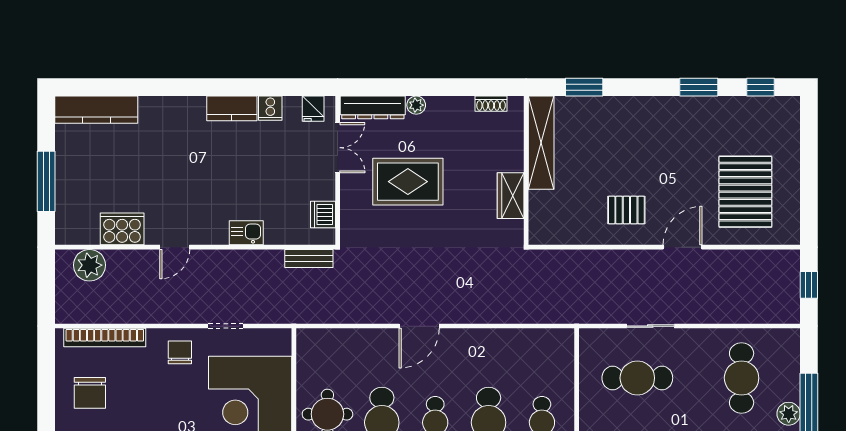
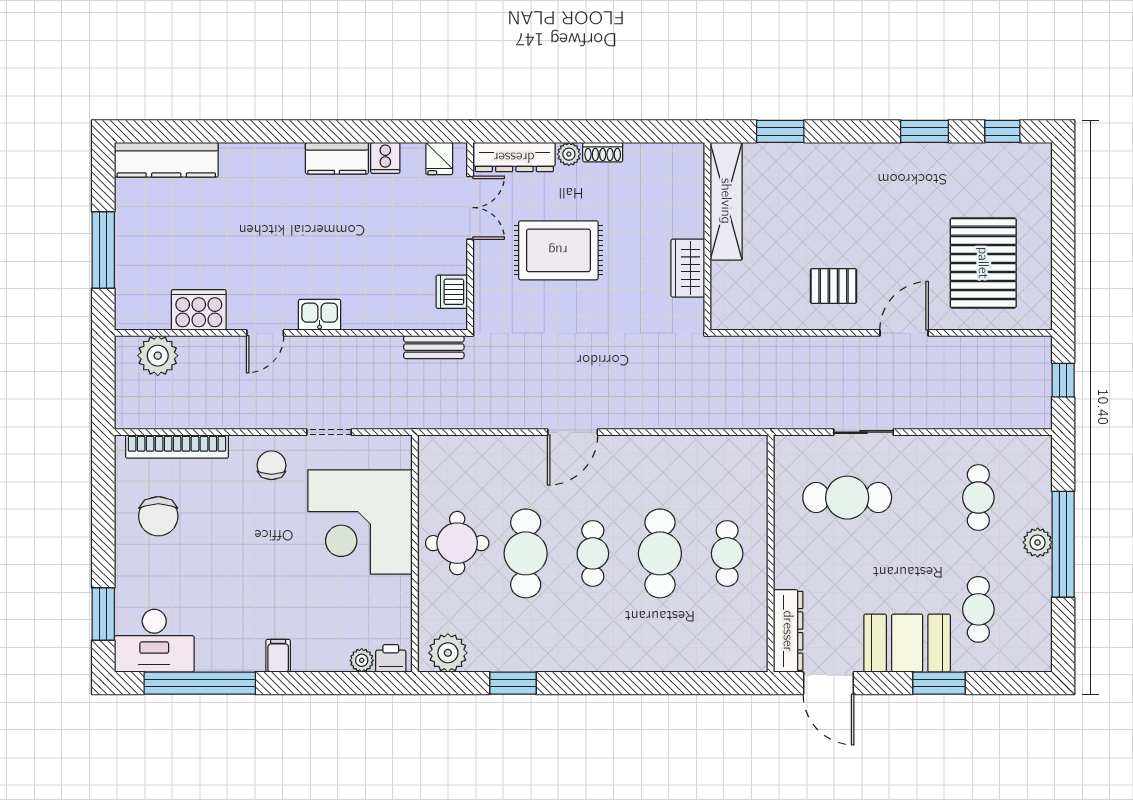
shoe rack: (491, 104) -> (603, 152), moved
kitchen sink: (246, 233) -> (320, 315), moved
cafe table: (742, 378) -> (978, 498), width x0.73, depth x0.74

